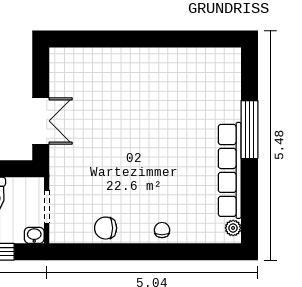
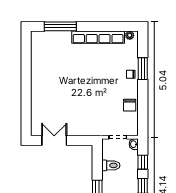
double door: (41, 121) -> (54, 141), moved
window: (249, 130) -> (60, 26), moved
window: (172, 252) -> (143, 69), added

